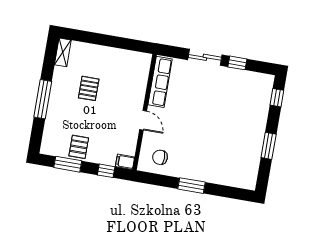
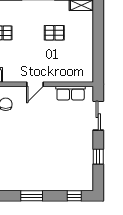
sliding door: (205, 57) -> (98, 116), moved
row of seats: (160, 82) -> (71, 93), width x0.68

